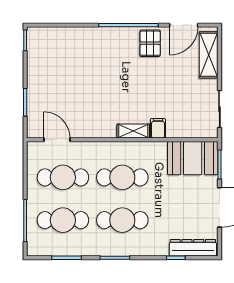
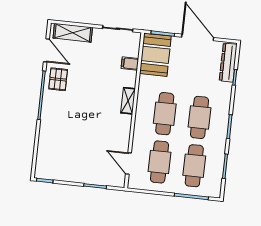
pallet: (150, 43) -> (58, 79), turned 90
filing cabinet: (158, 128) -> (130, 63), moved
door: (57, 140) -> (128, 163), hinge flipped

